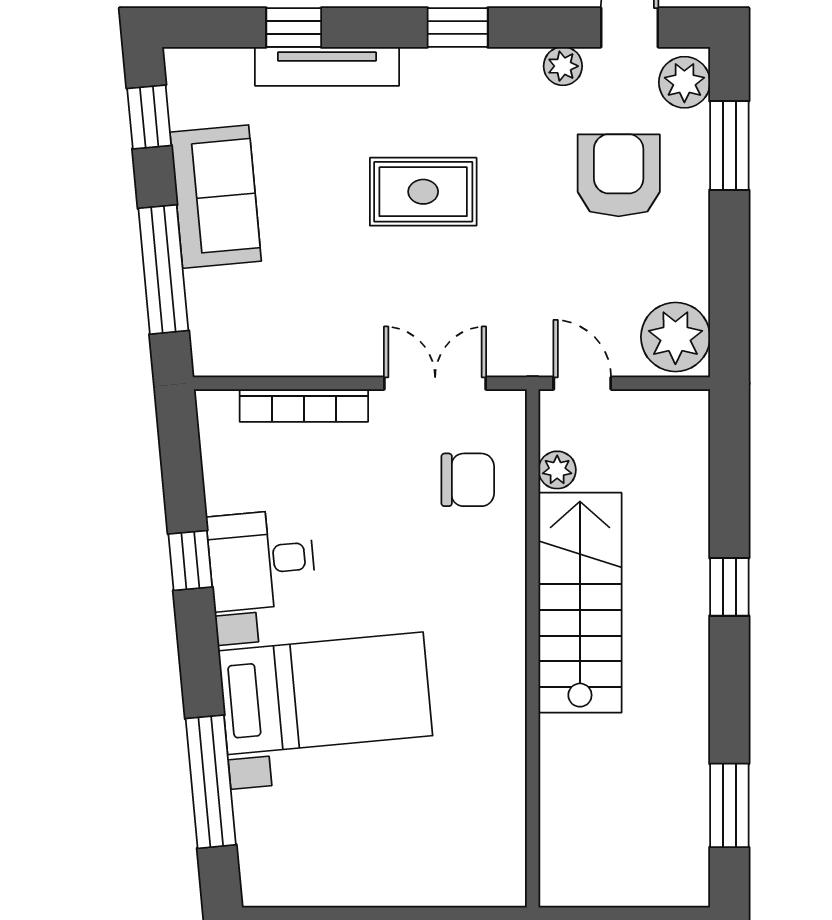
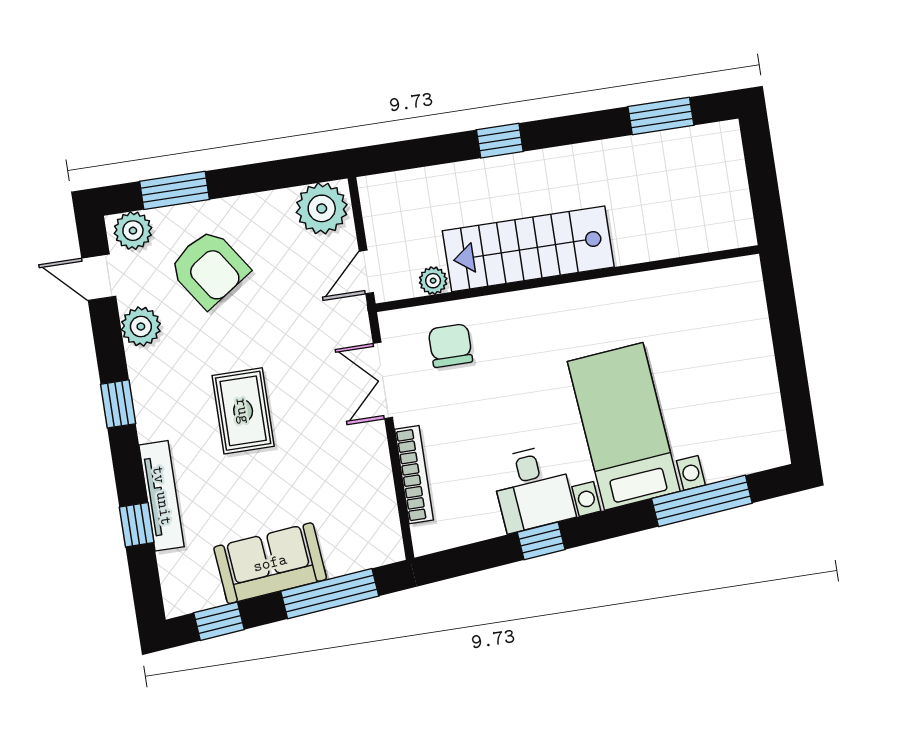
plant: (563, 66) -> (141, 327), width x1.38, depth x1.38
armchair: (619, 175) -> (209, 269), turned -124

